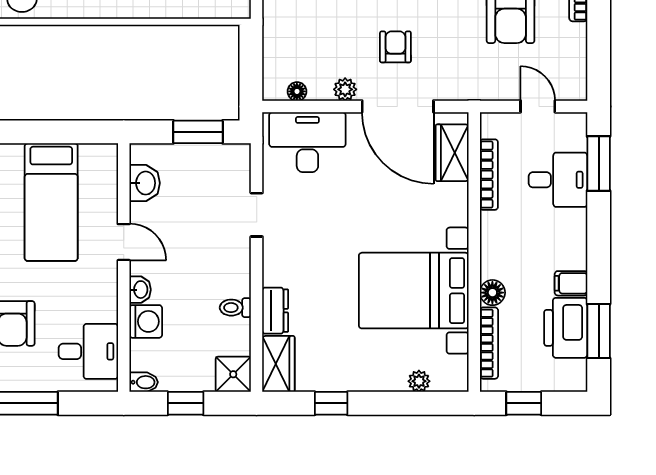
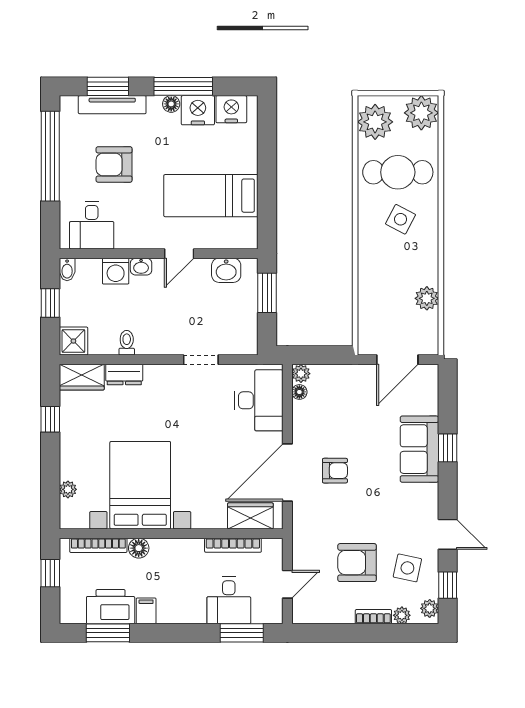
plant: (345, 89) -> (301, 374), moved
window: (198, 132) -> (267, 293), moved

